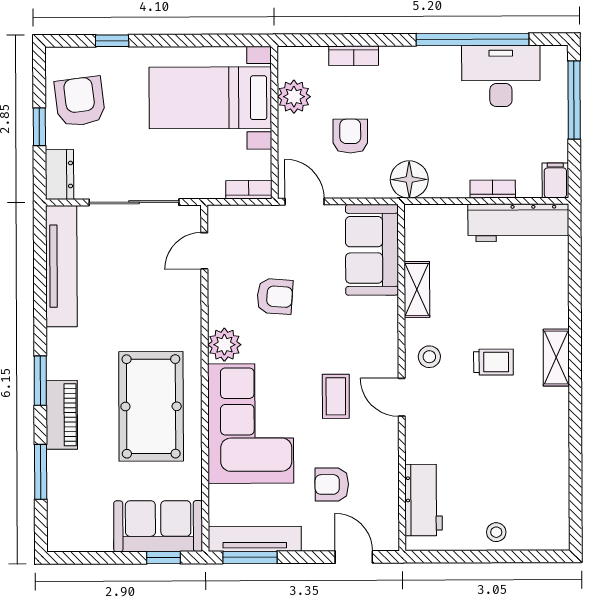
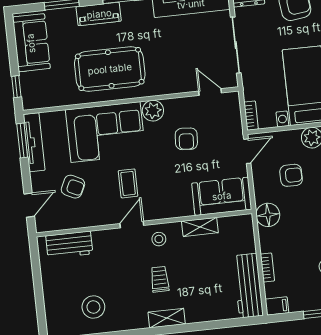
trolley: (493, 362) -> (160, 279), turned 180
coffee table: (336, 396) -> (128, 183), turned 90
armchair: (332, 484) -> (73, 187), turned 116
sofa: (158, 526) -> (31, 43), moved
stool: (496, 532) -> (93, 307), moved, width x1.89, depth x1.89

